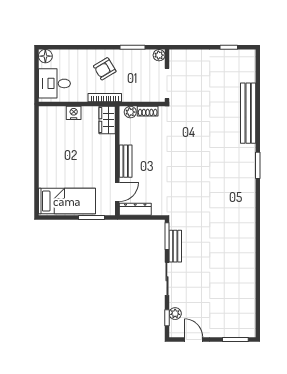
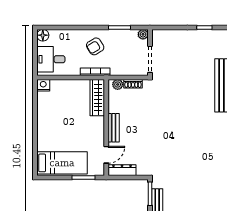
nightstand: (74, 113) -> (43, 85), moved
wardrobe: (107, 120) -> (97, 98), width x1.50

